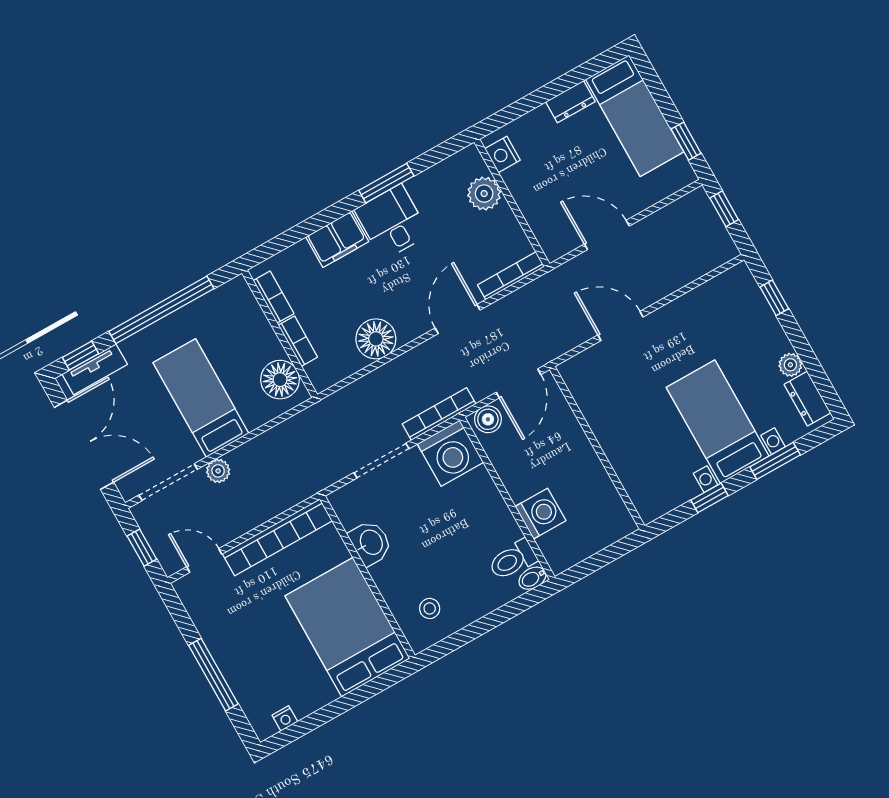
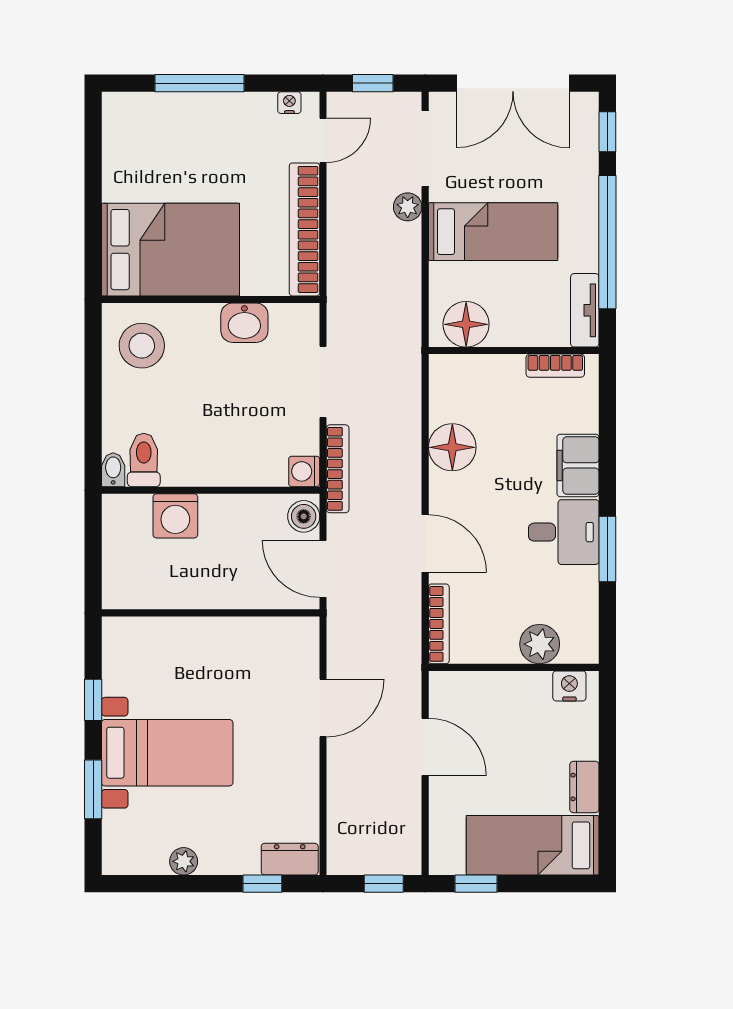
door: (607, 235) -> (425, 747), hinge flipped
bookcase: (298, 341) -> (495, 365), removed
tv unit: (95, 369) -> (585, 310), moved
dresser: (807, 399) -> (290, 859), moved
washing machine: (450, 453) -> (304, 471), width x0.53, depth x0.53
stool: (430, 608) -> (142, 346), width x1.89, depth x1.89
nightstand: (285, 718) -> (289, 103), moved, turned 90

